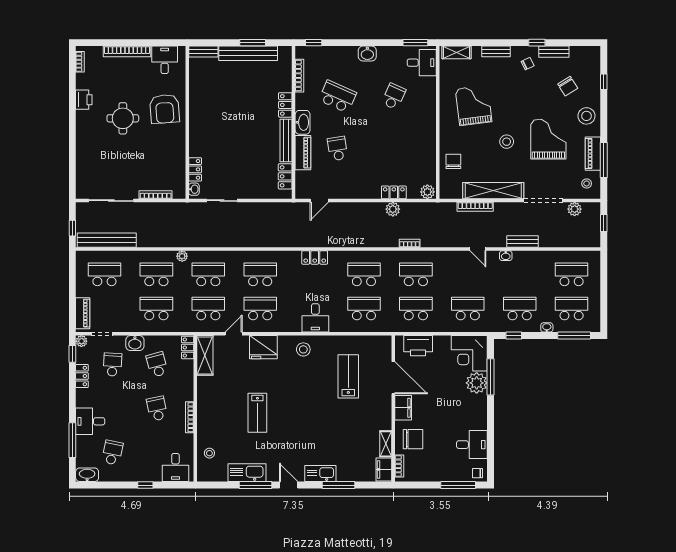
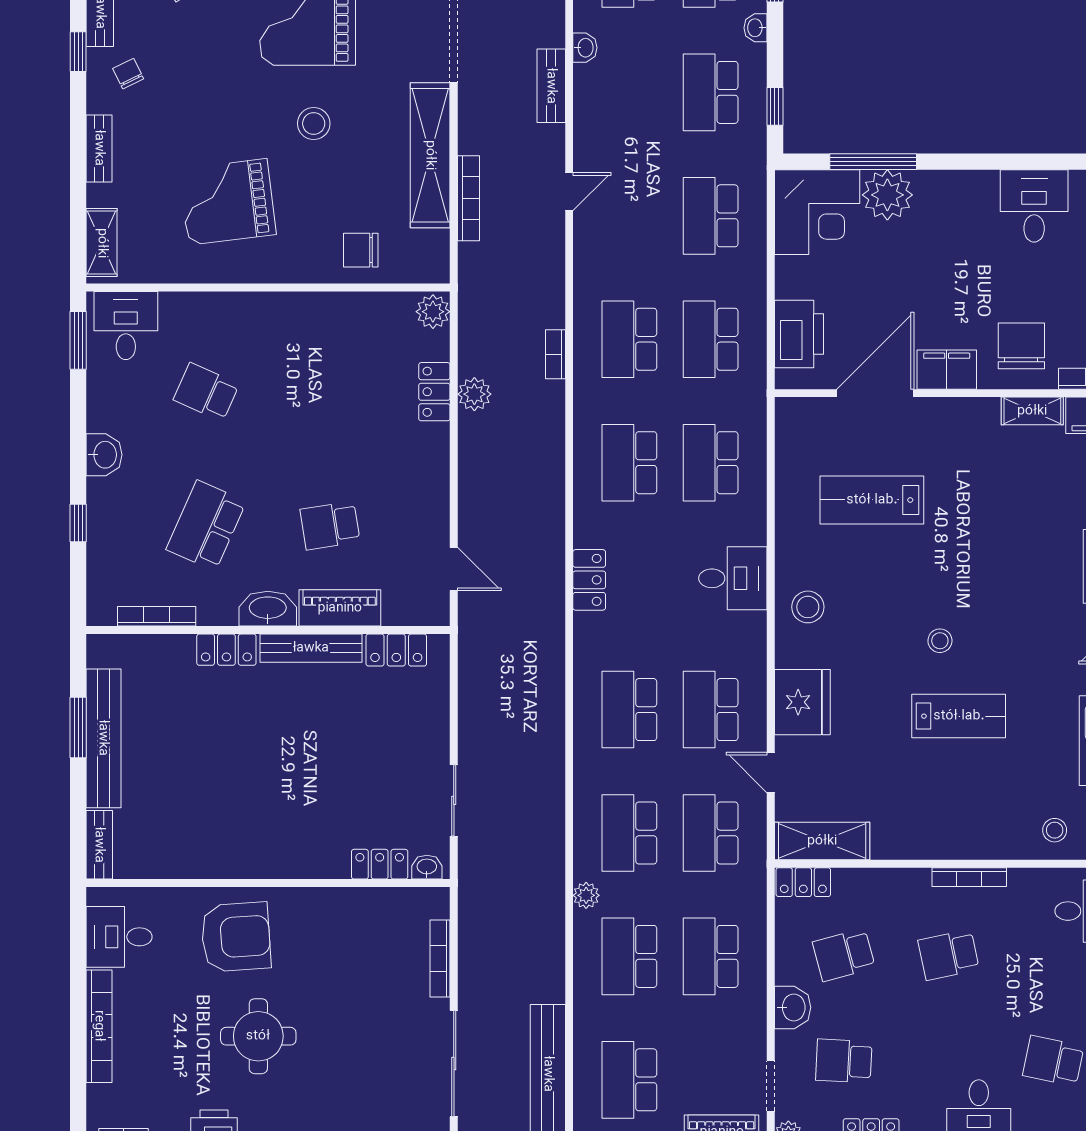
window: (314, 43) -> (78, 523), moved
washbasin: (506, 256) -> (585, 48), moved
stool: (289, 405) -> (940, 641), added

